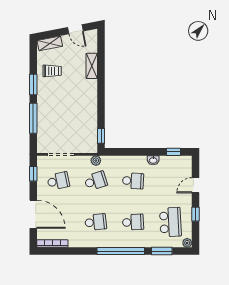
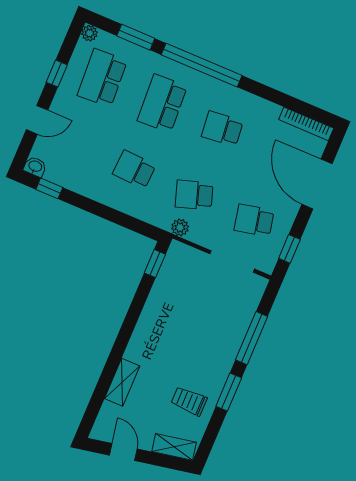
washbasin: (153, 160) -> (35, 167), moved
school desk: (133, 222) -> (162, 103), width x1.85

